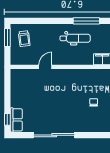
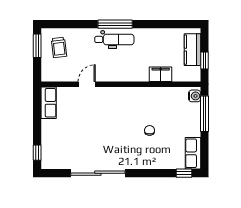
window: (86, 21) -> (115, 24), moved
dental chair: (75, 38) -> (114, 39), moved
row of seats: (16, 120) -> (49, 103), moved

